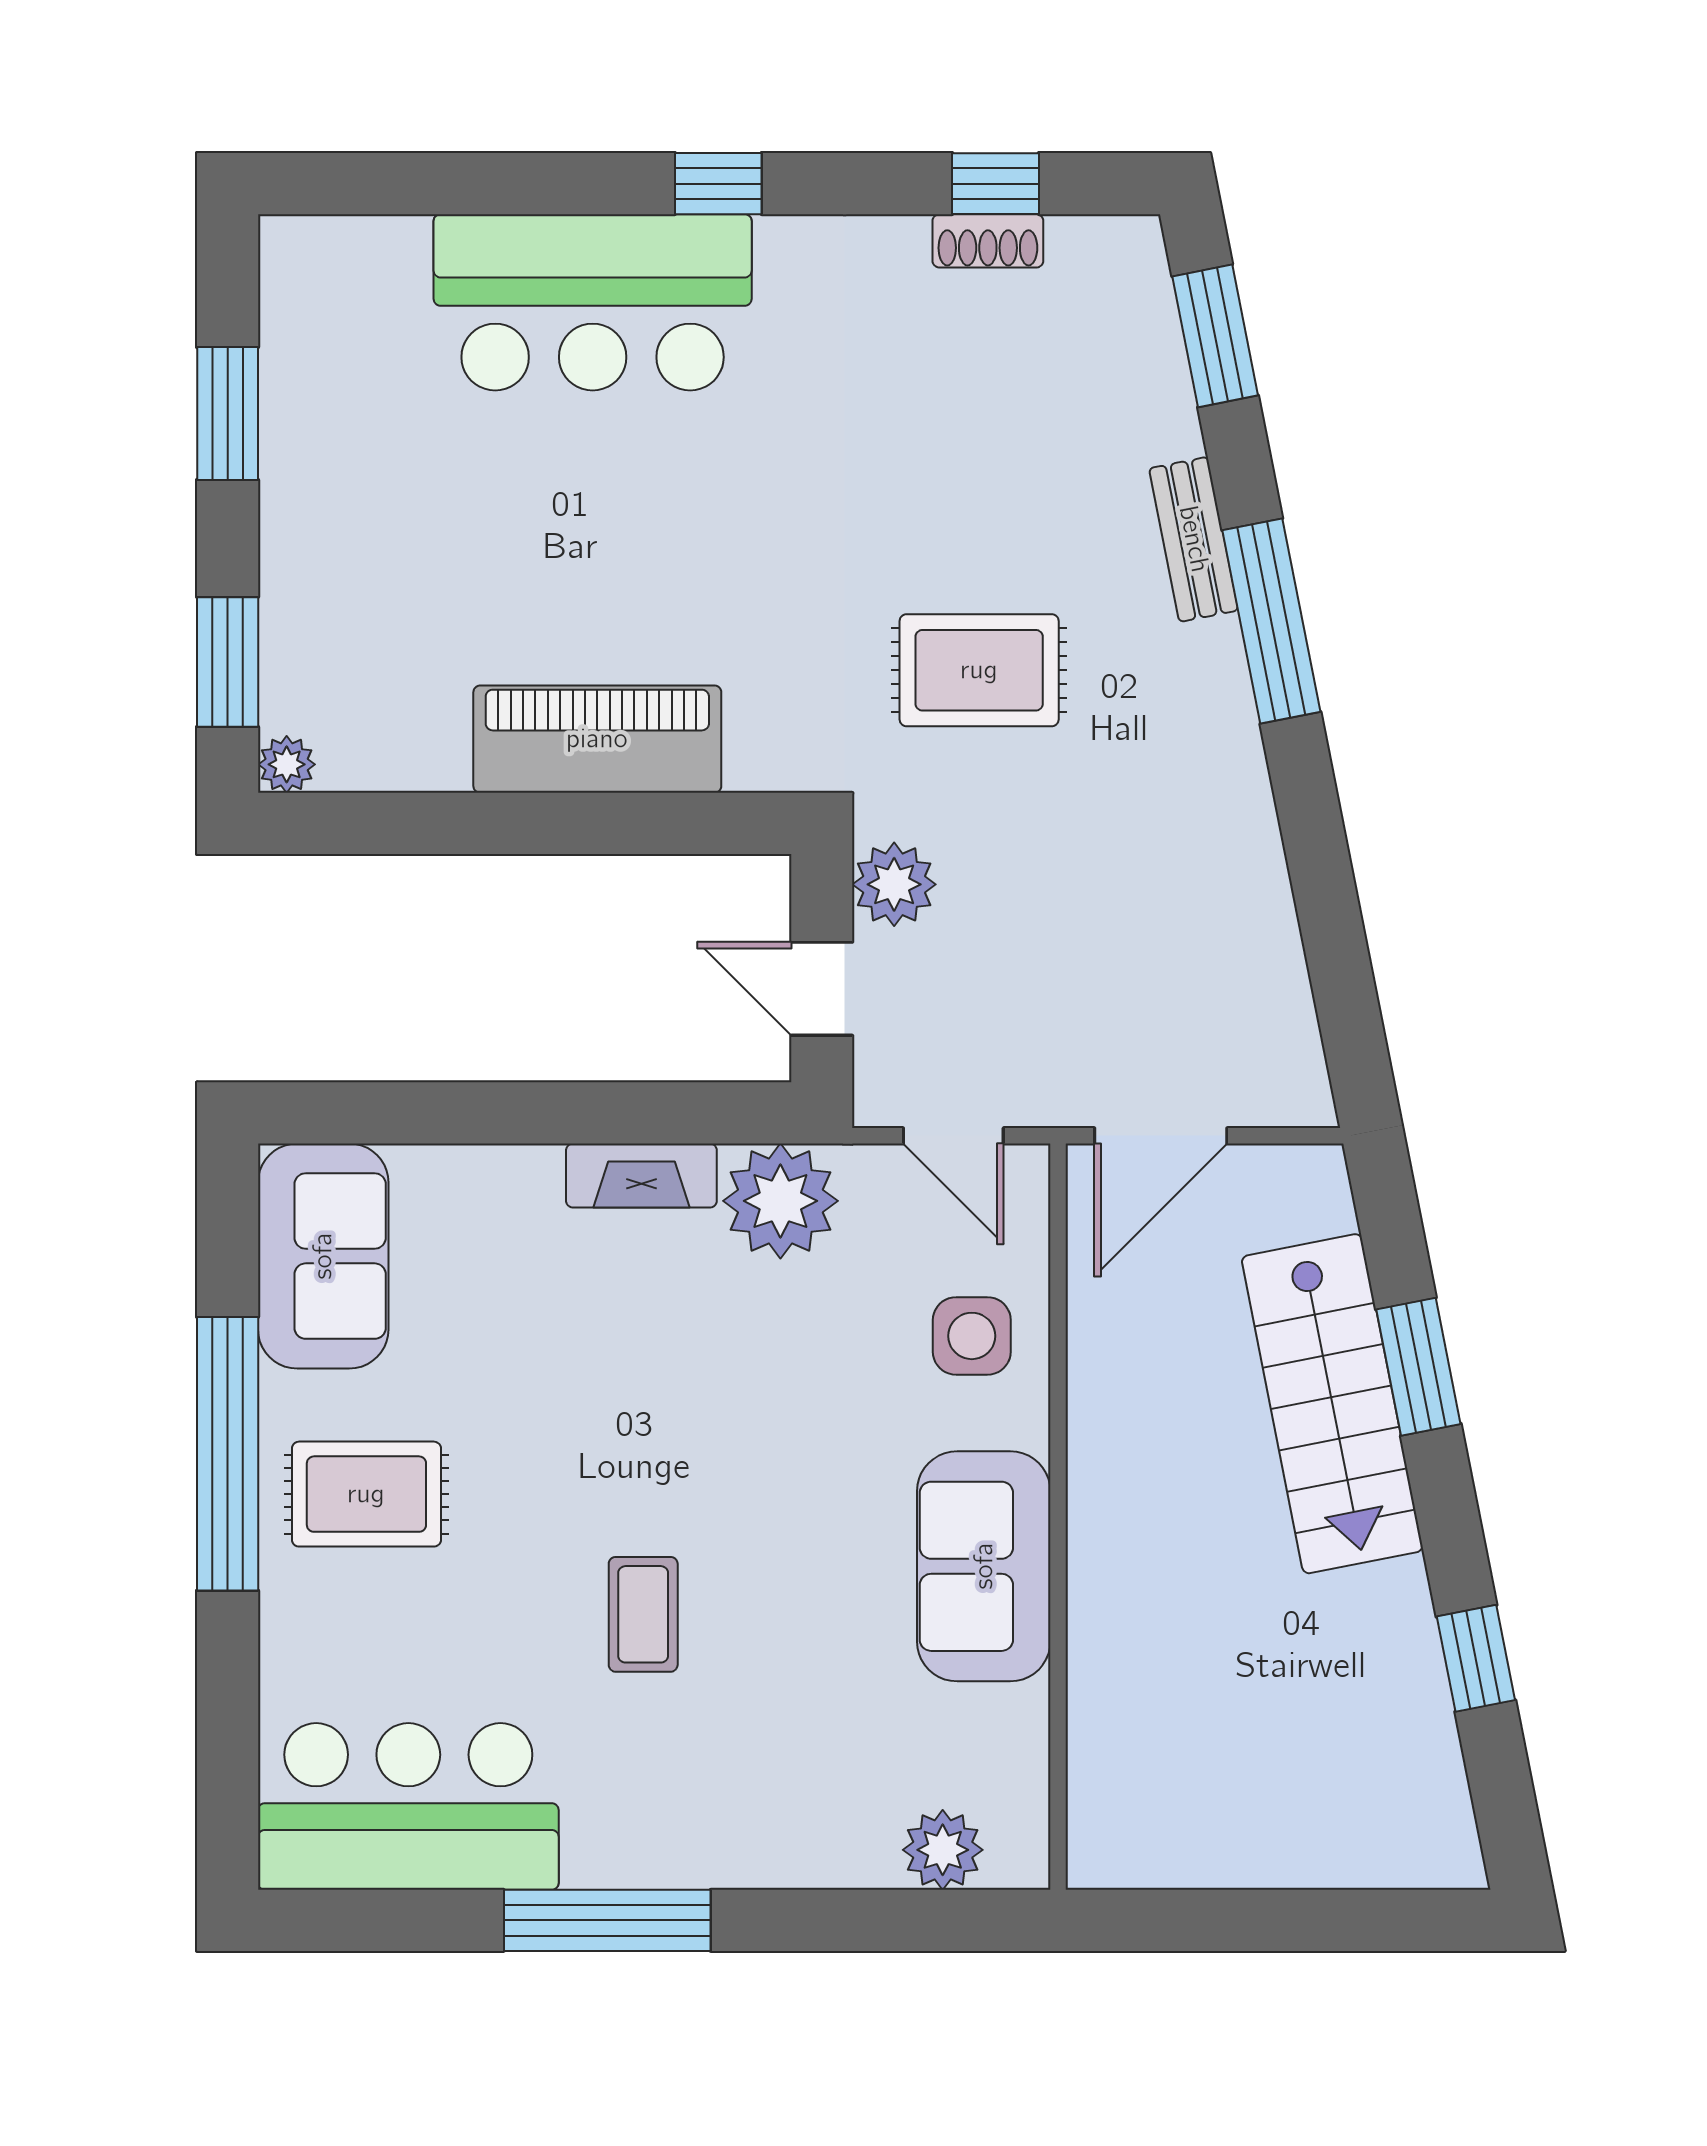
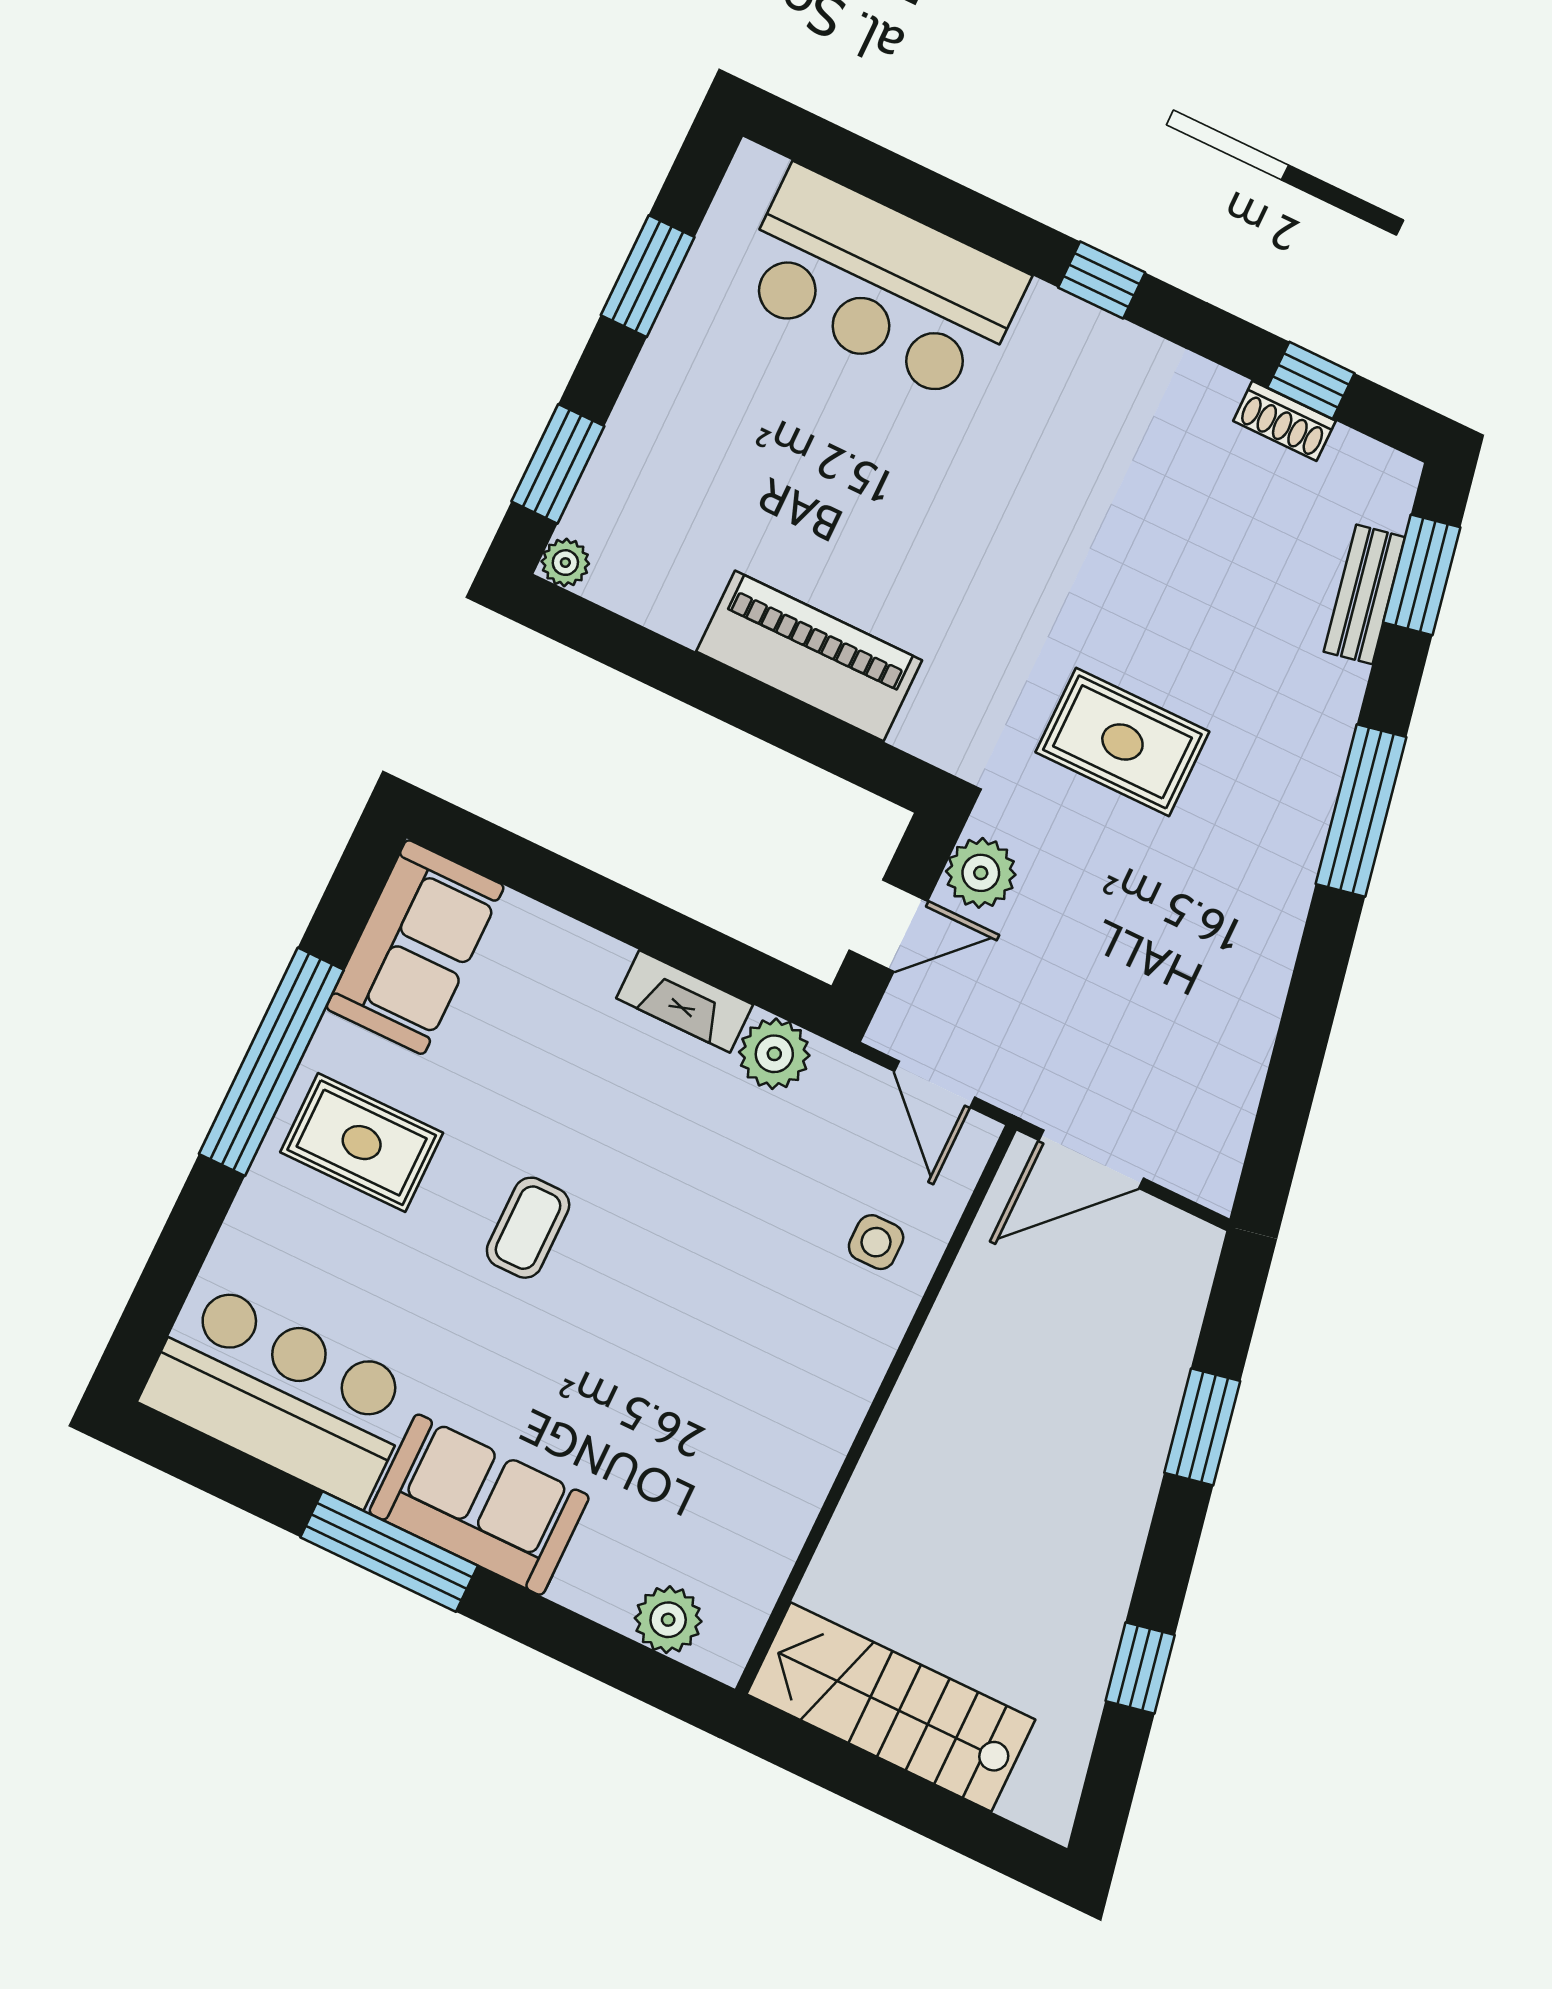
bar counter: (593, 302) -> (881, 285), moved
bench: (1194, 539) -> (1364, 594), moved
door: (822, 989) -> (888, 926), swing flipped
plant: (780, 1201) -> (774, 1054), width x0.73, depth x0.73
side table: (972, 1336) -> (876, 1242), width x0.73, depth x0.73
stairs: (1332, 1404) -> (891, 1707), moved, turned 101
sofa: (984, 1566) -> (479, 1505), moved, turned 90
coffee table: (643, 1614) -> (528, 1228), moved

